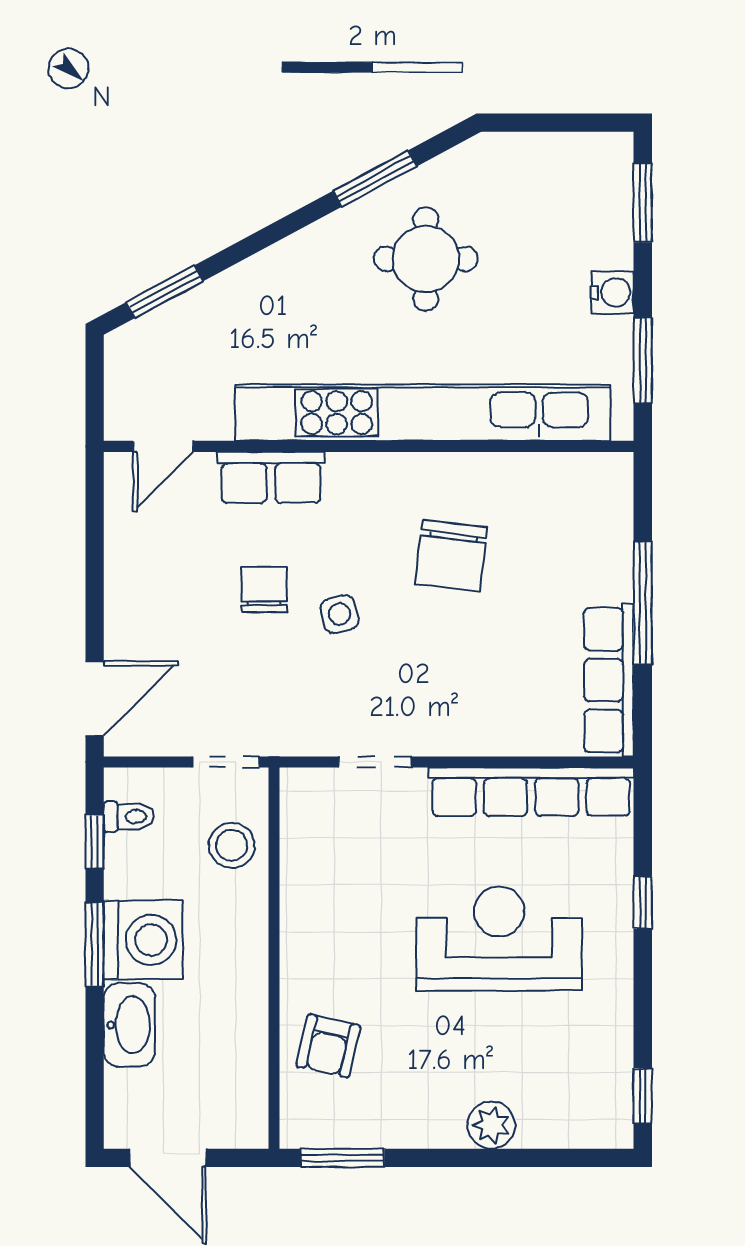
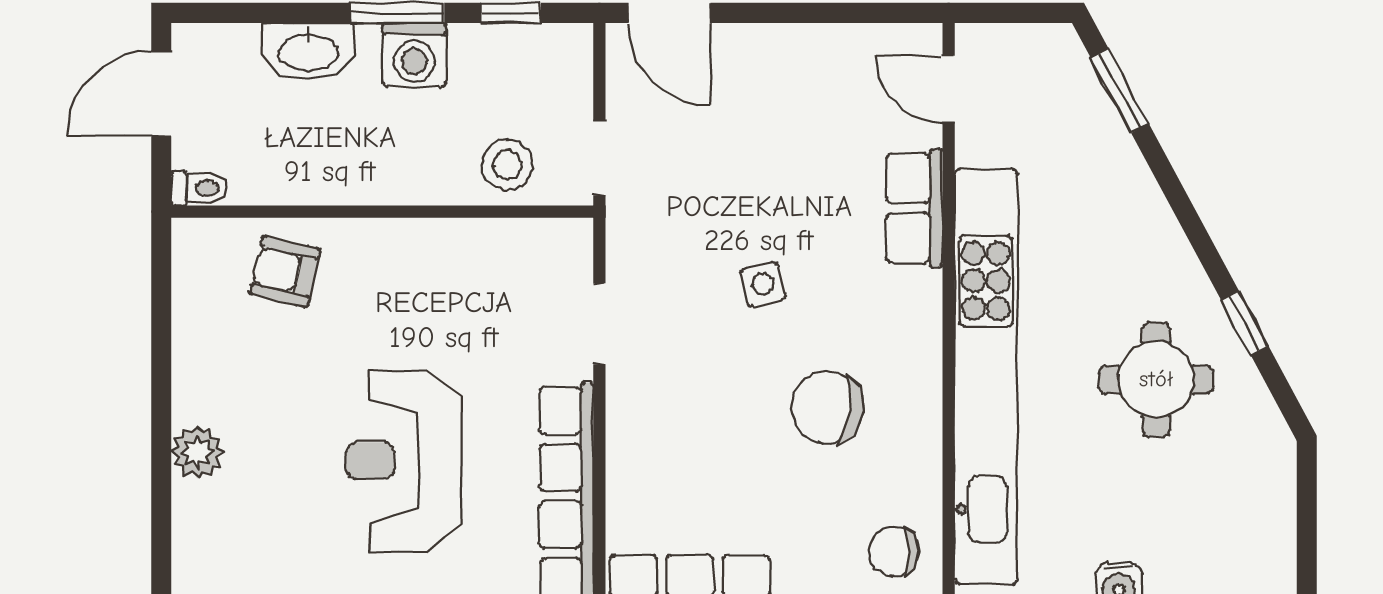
window: (375, 178) -> (1245, 323), width x0.67
chair: (264, 590) -> (894, 551), moved, turned 180
toilet: (129, 817) -> (199, 188), moved, turned -90
reception desk: (499, 939) -> (404, 461), turned 180
washing machine: (143, 940) -> (414, 55), width x0.73, depth x0.73
window: (342, 1158) -> (161, 287), removed

